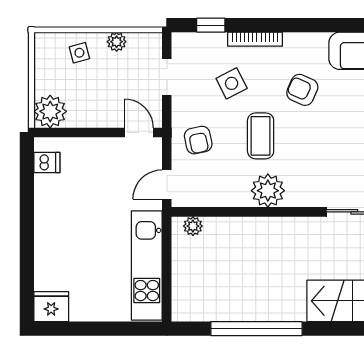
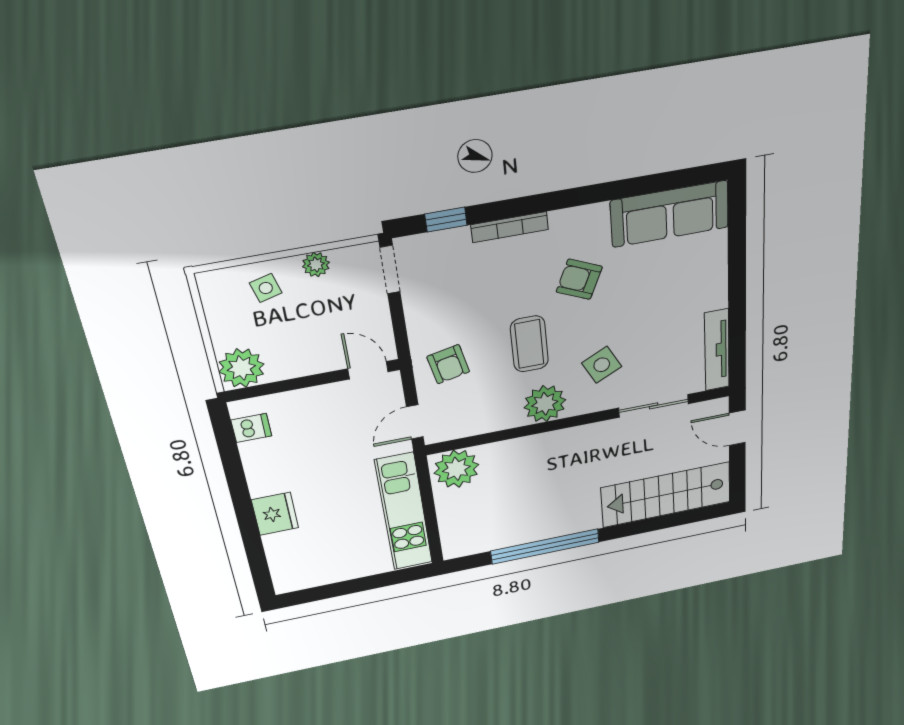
doorway: (167, 77) -> (390, 270), moved
side table: (232, 83) -> (602, 365), moved
plant: (193, 226) -> (456, 469), width x1.87, depth x1.87
fridge: (51, 307) -> (275, 514), moved, turned 90

